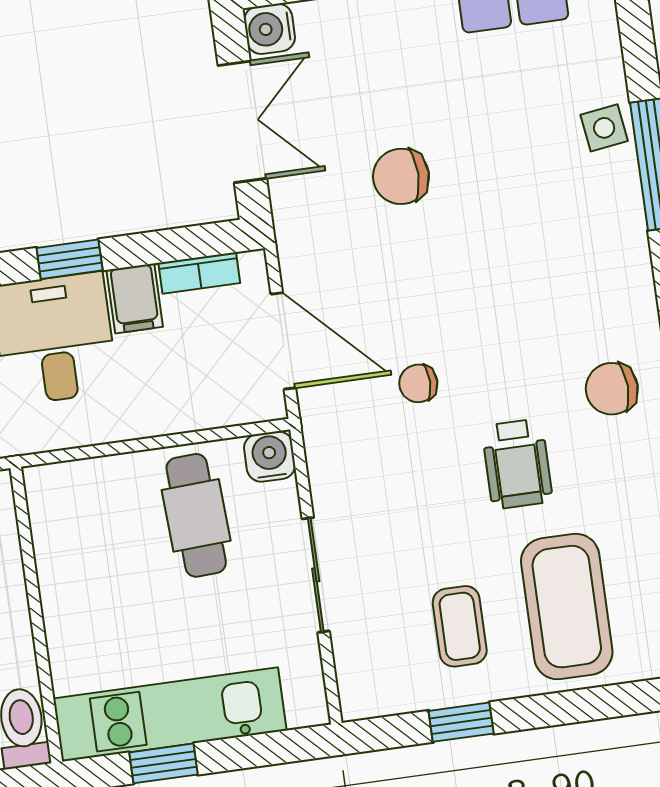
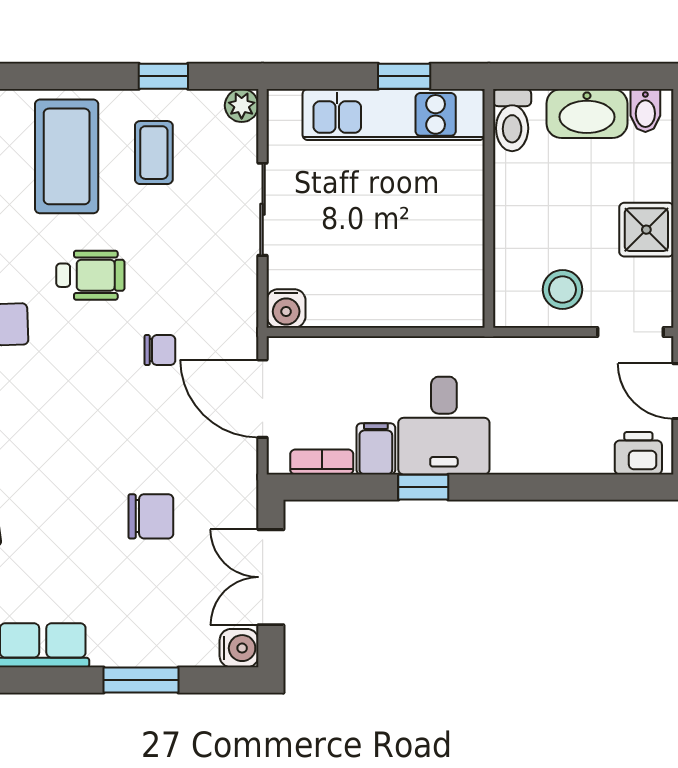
wheelchair: (517, 464) -> (90, 275), turned 90
cafe table: (196, 515) -> (351, 270), removed
plant: (359, 699) -> (242, 105), added

